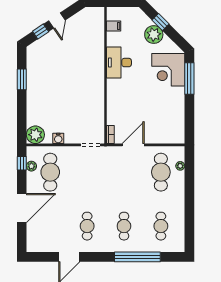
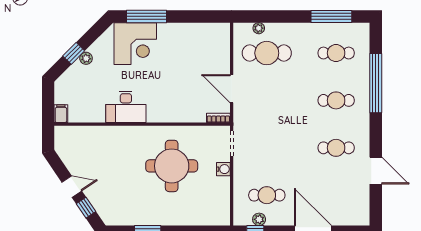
filing cabinet: (114, 26) -> (61, 114), moved
plant: (154, 35) -> (86, 58), width x0.53, depth x0.53
round table: (73, 98) -> (172, 166), added
plant: (35, 135) -> (219, 214), removed
water cooler: (58, 138) -> (223, 169), moved
cafe table: (50, 172) -> (267, 195), width x0.73, depth x0.74
window: (189, 222) -> (331, 16), added

